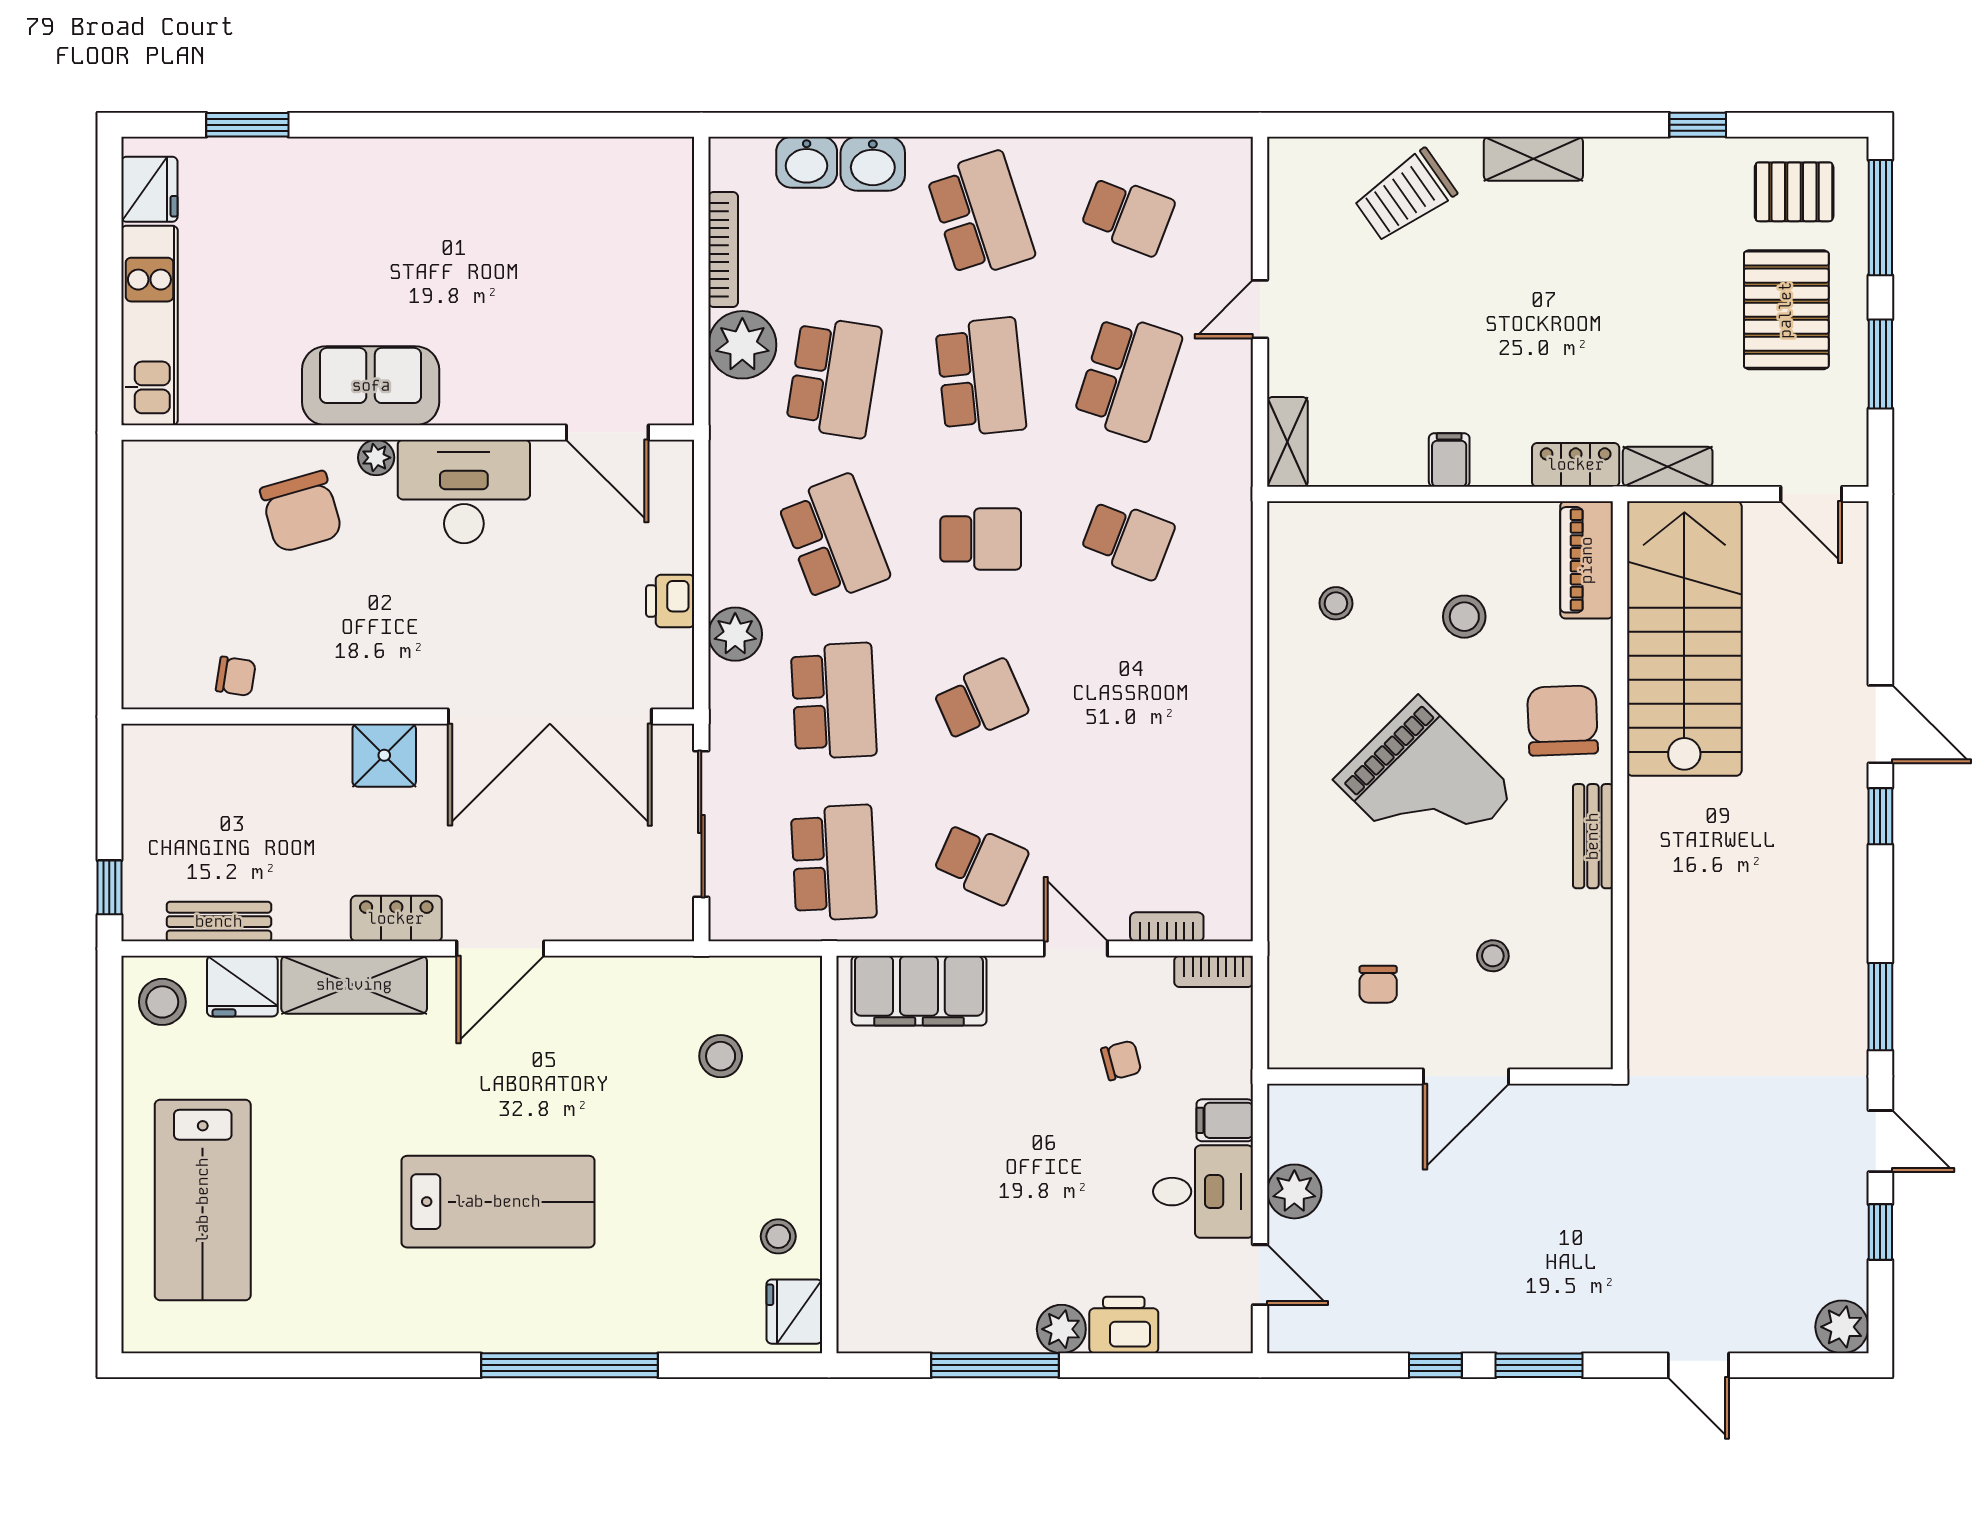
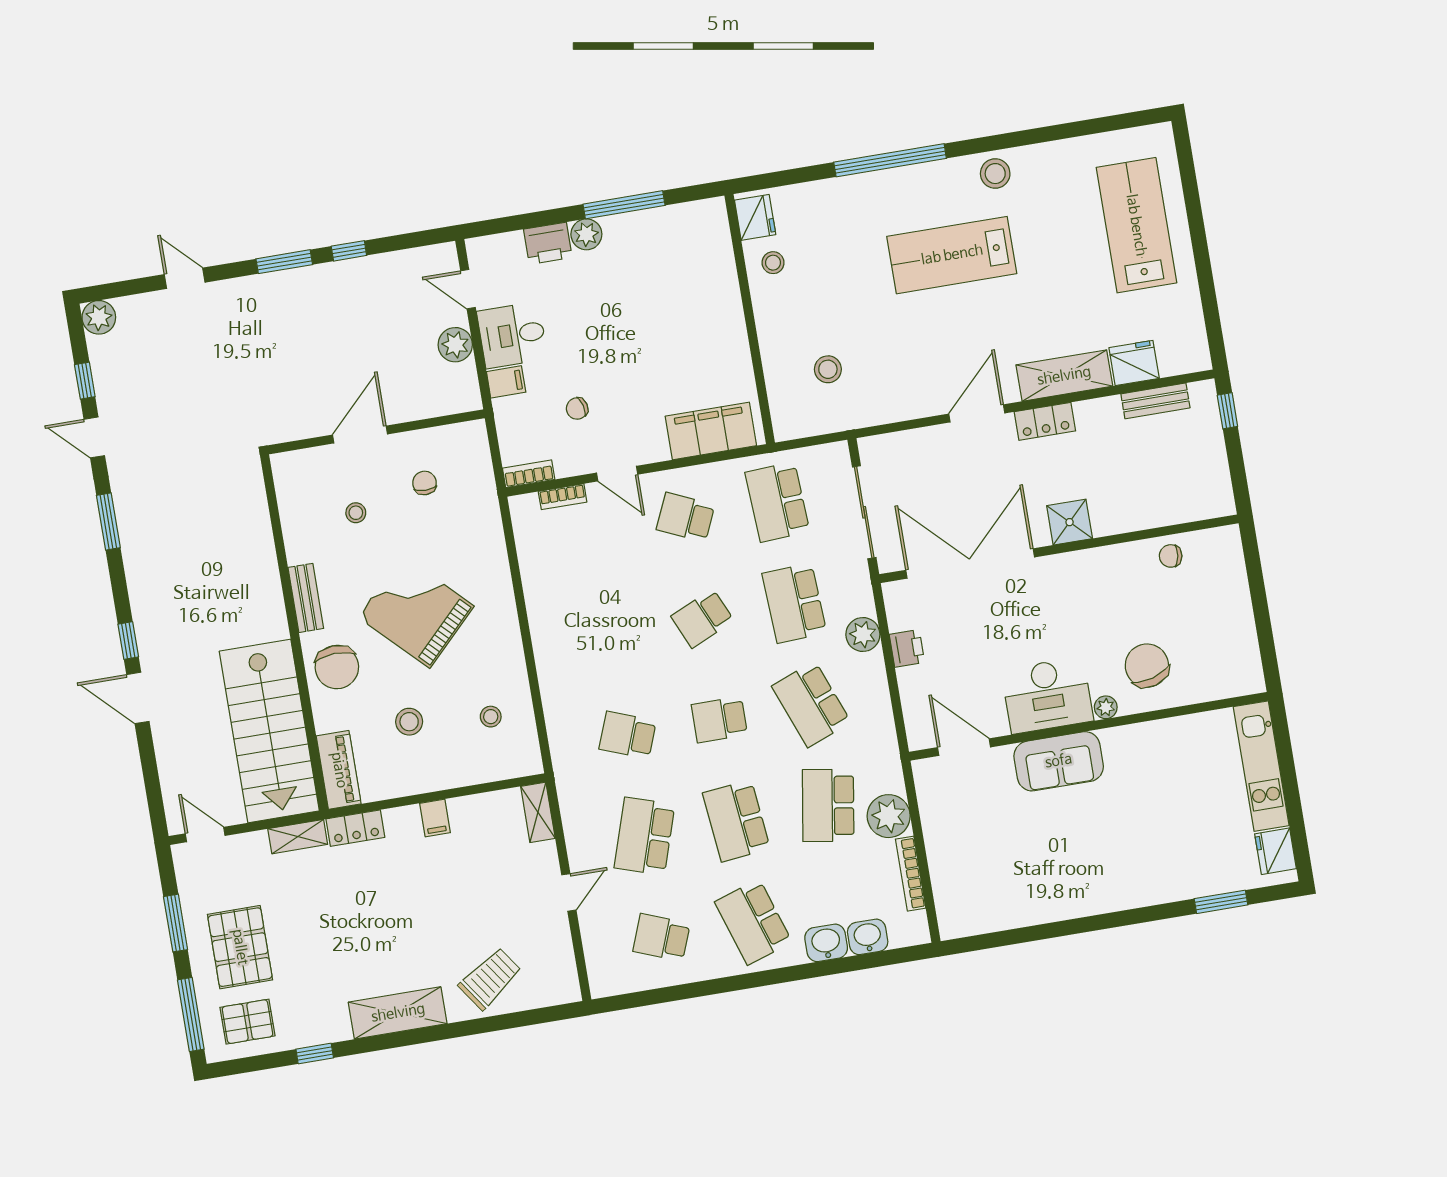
shelving: (1533, 159) -> (398, 1013), width x1.50, depth x1.33
sofa: (371, 386) -> (1059, 761), moved
stool: (162, 1002) -> (995, 174), moved

